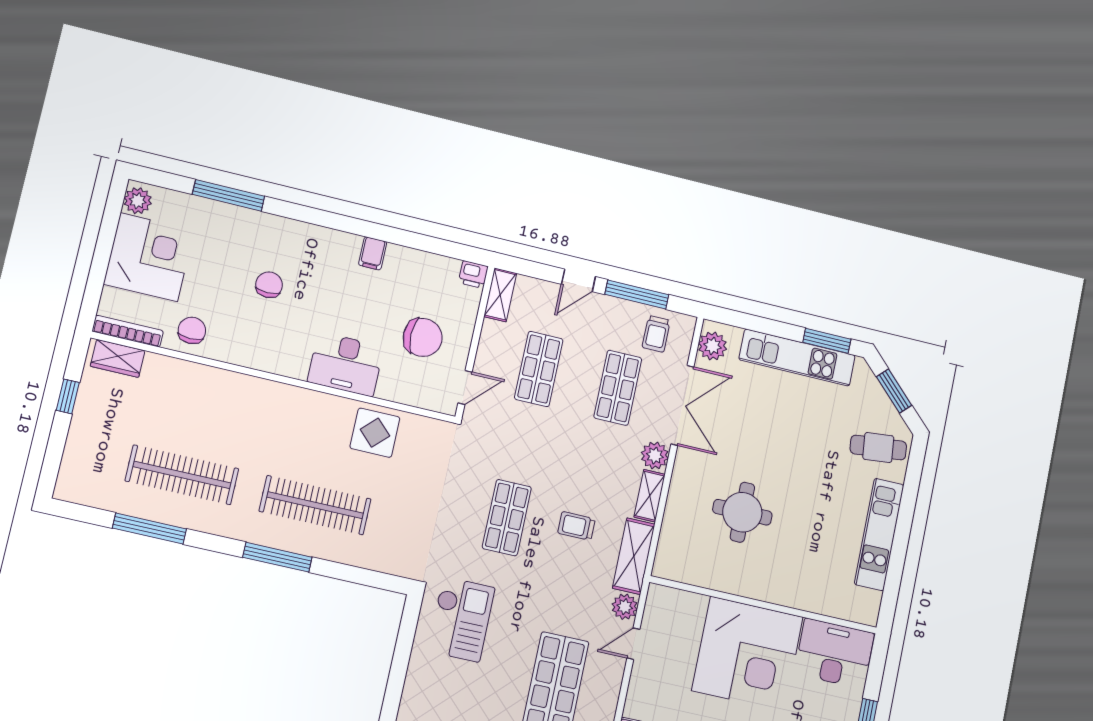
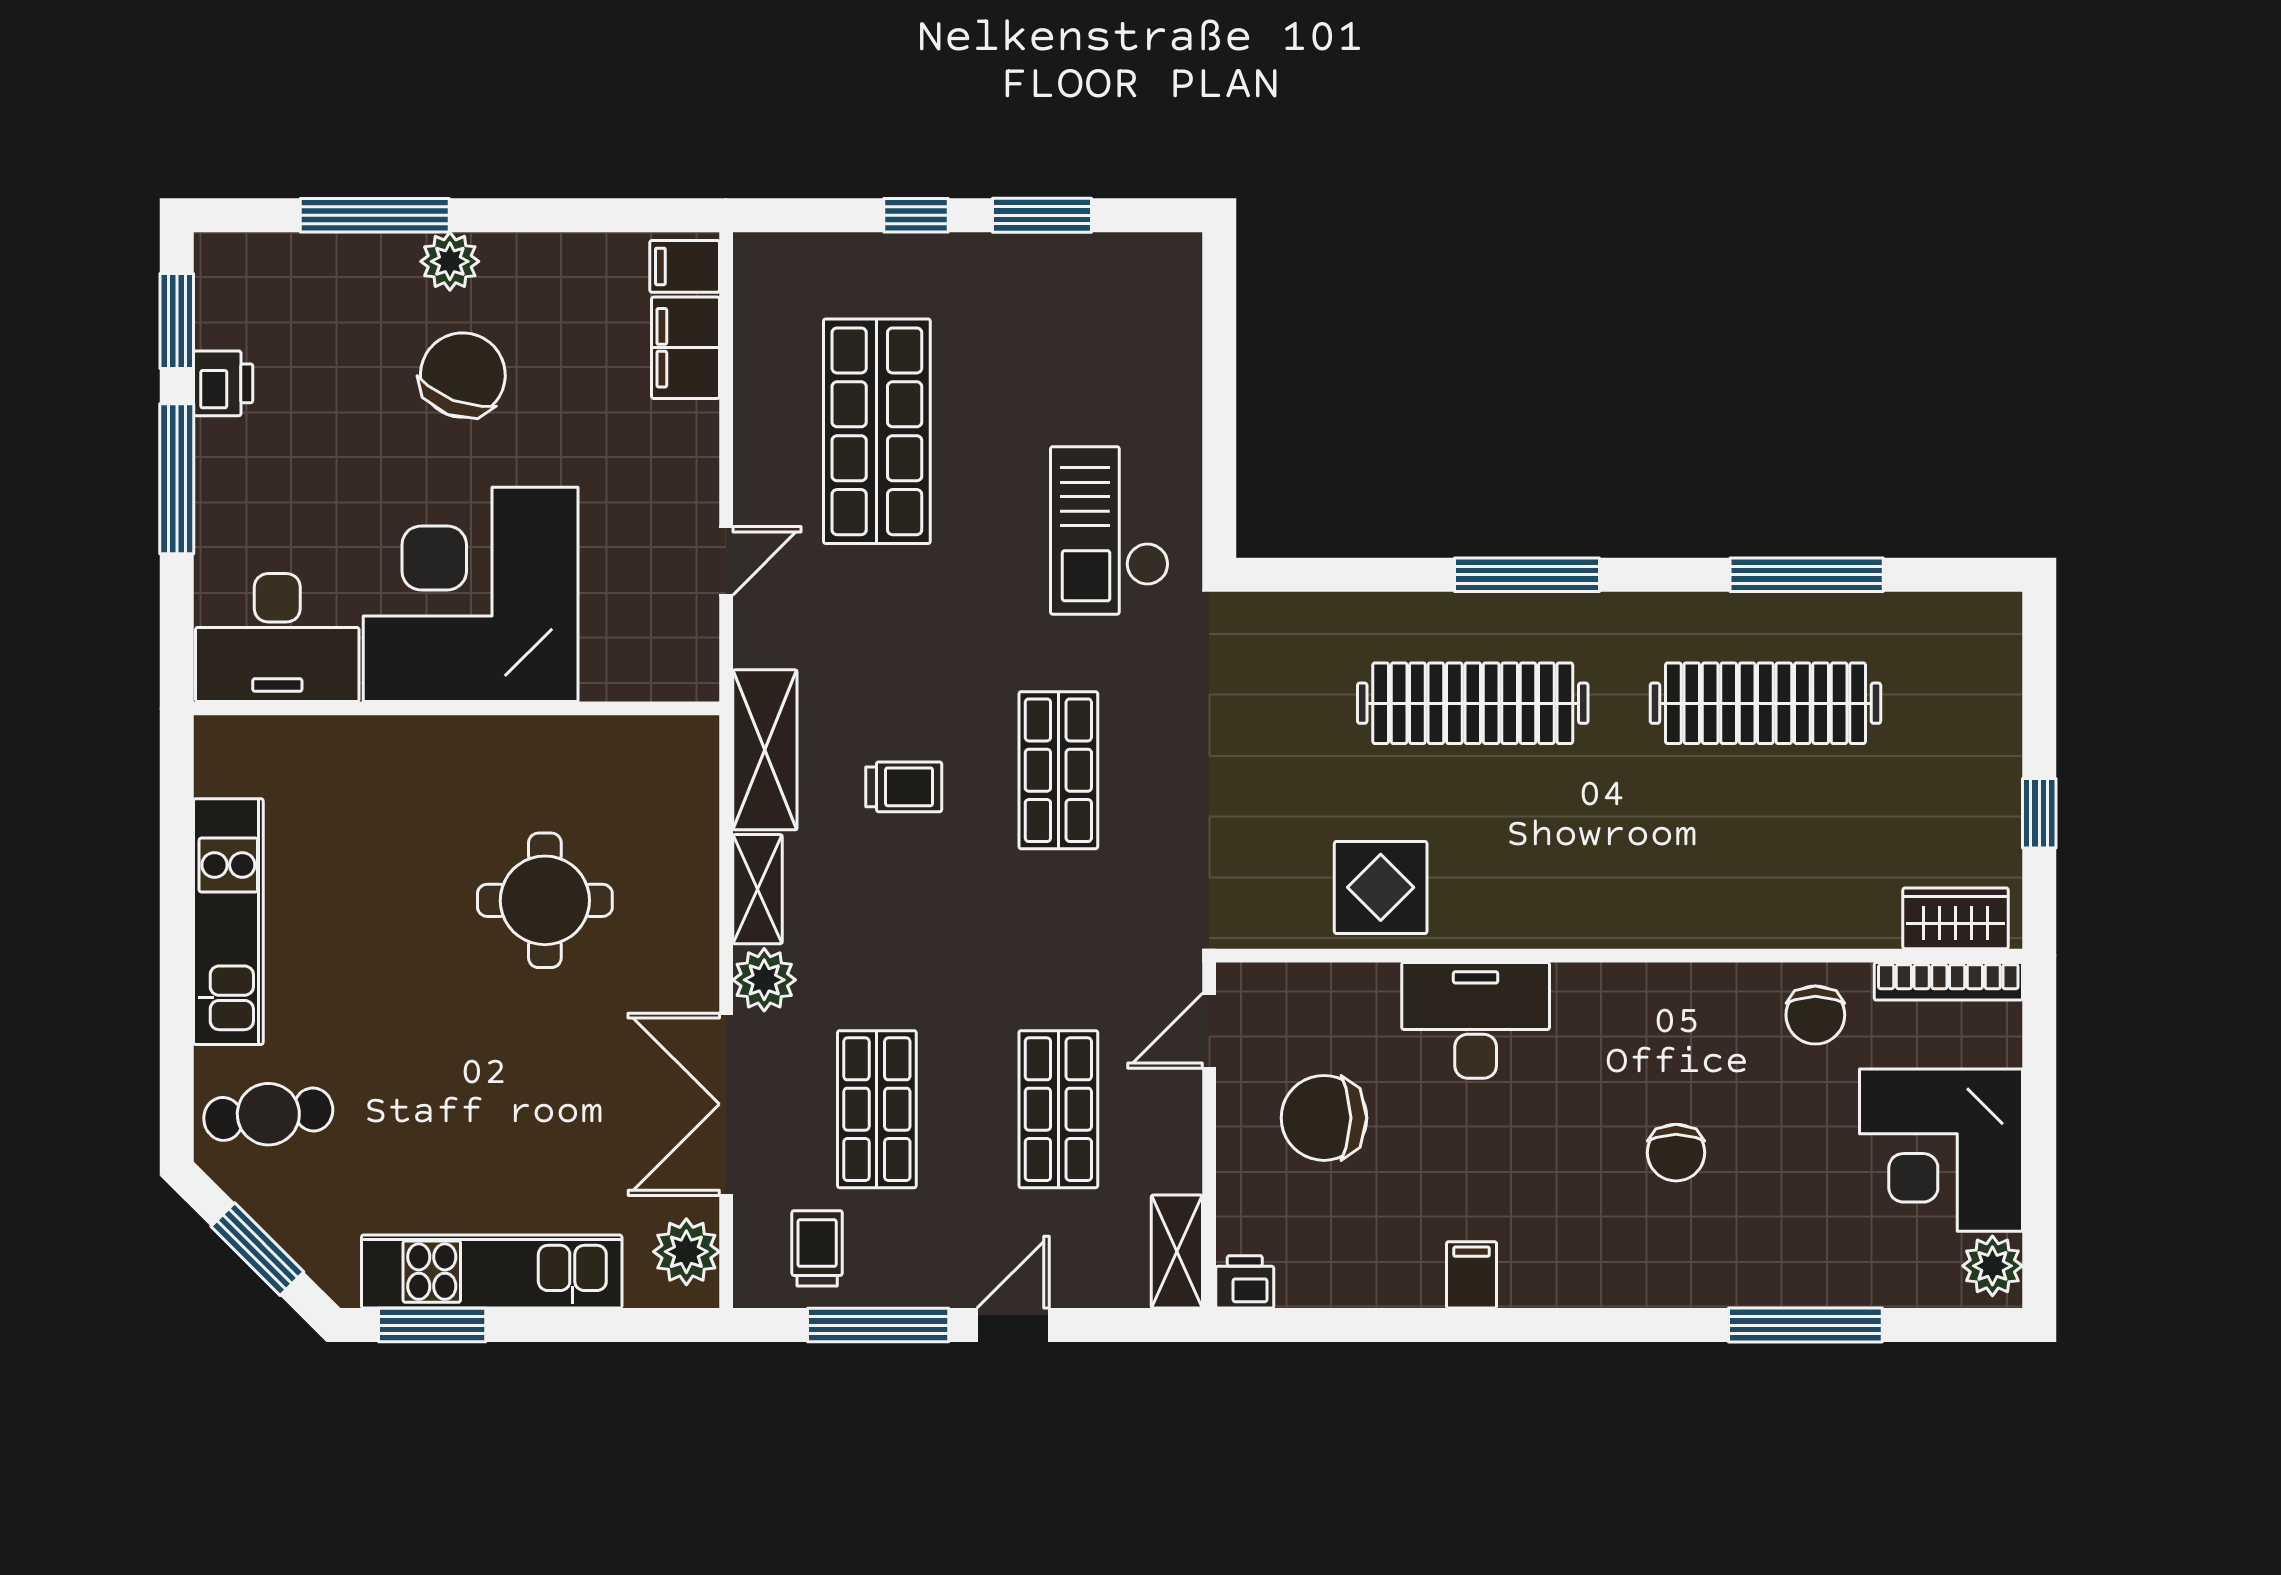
plant: (625, 607) -> (762, 636), removed

